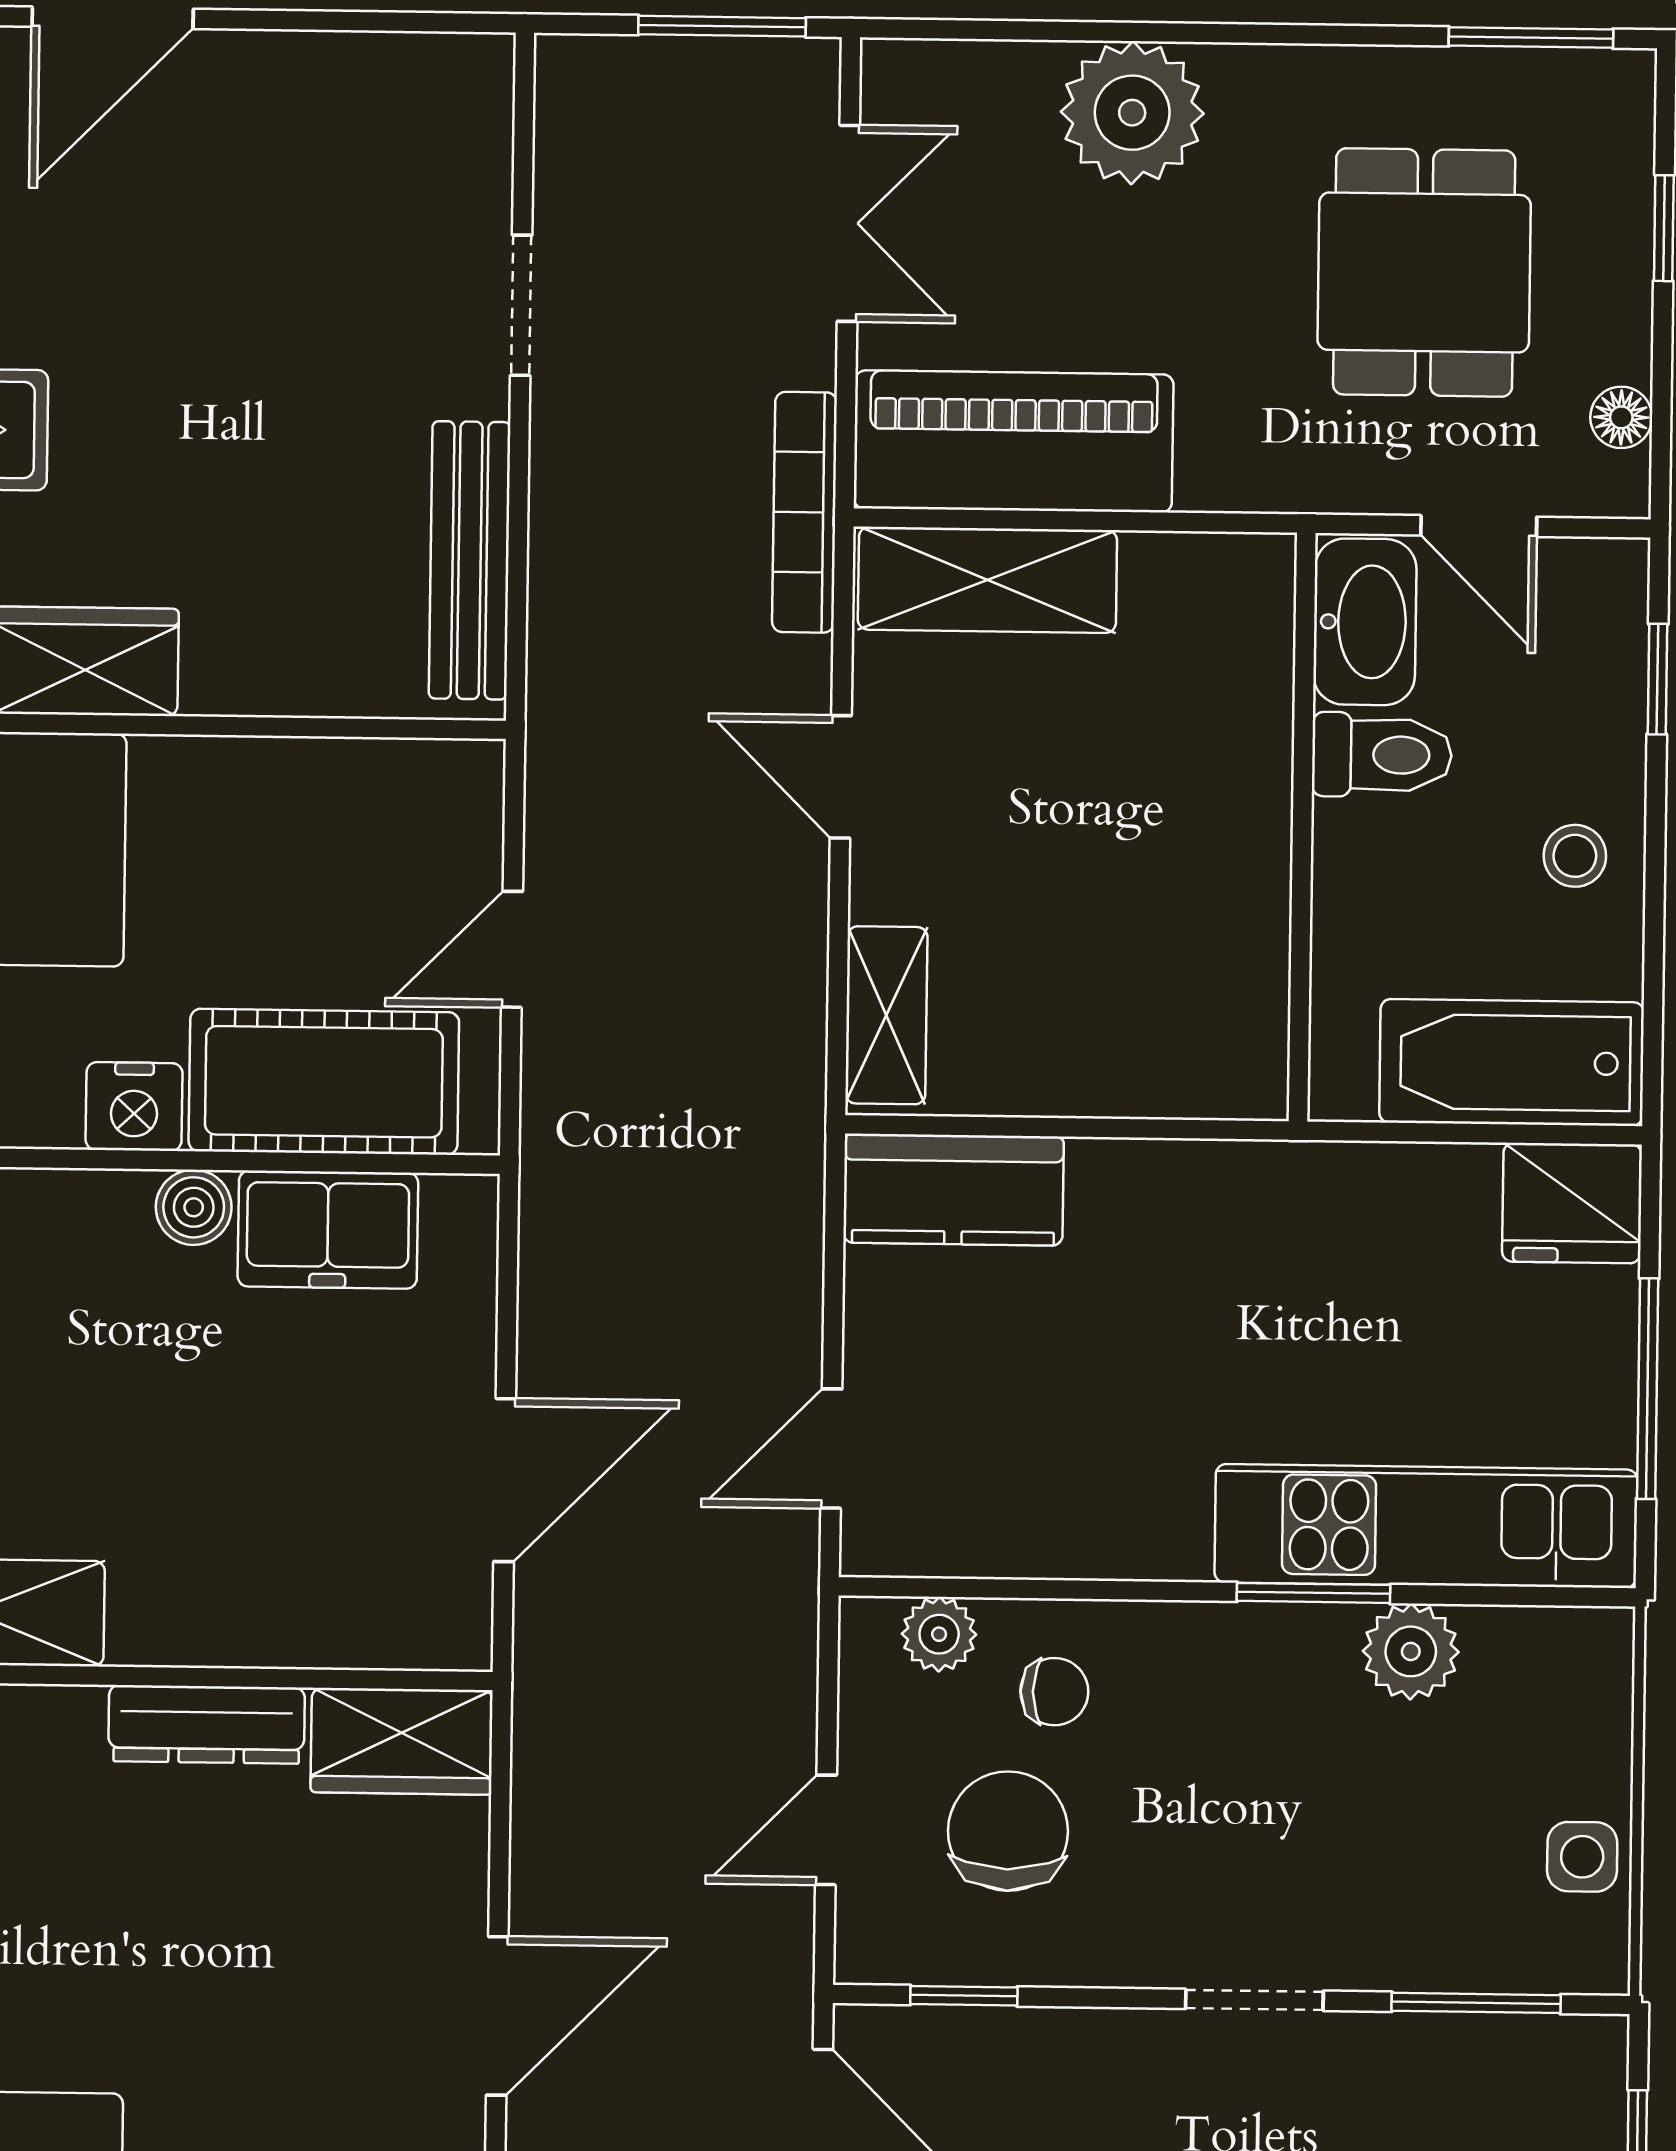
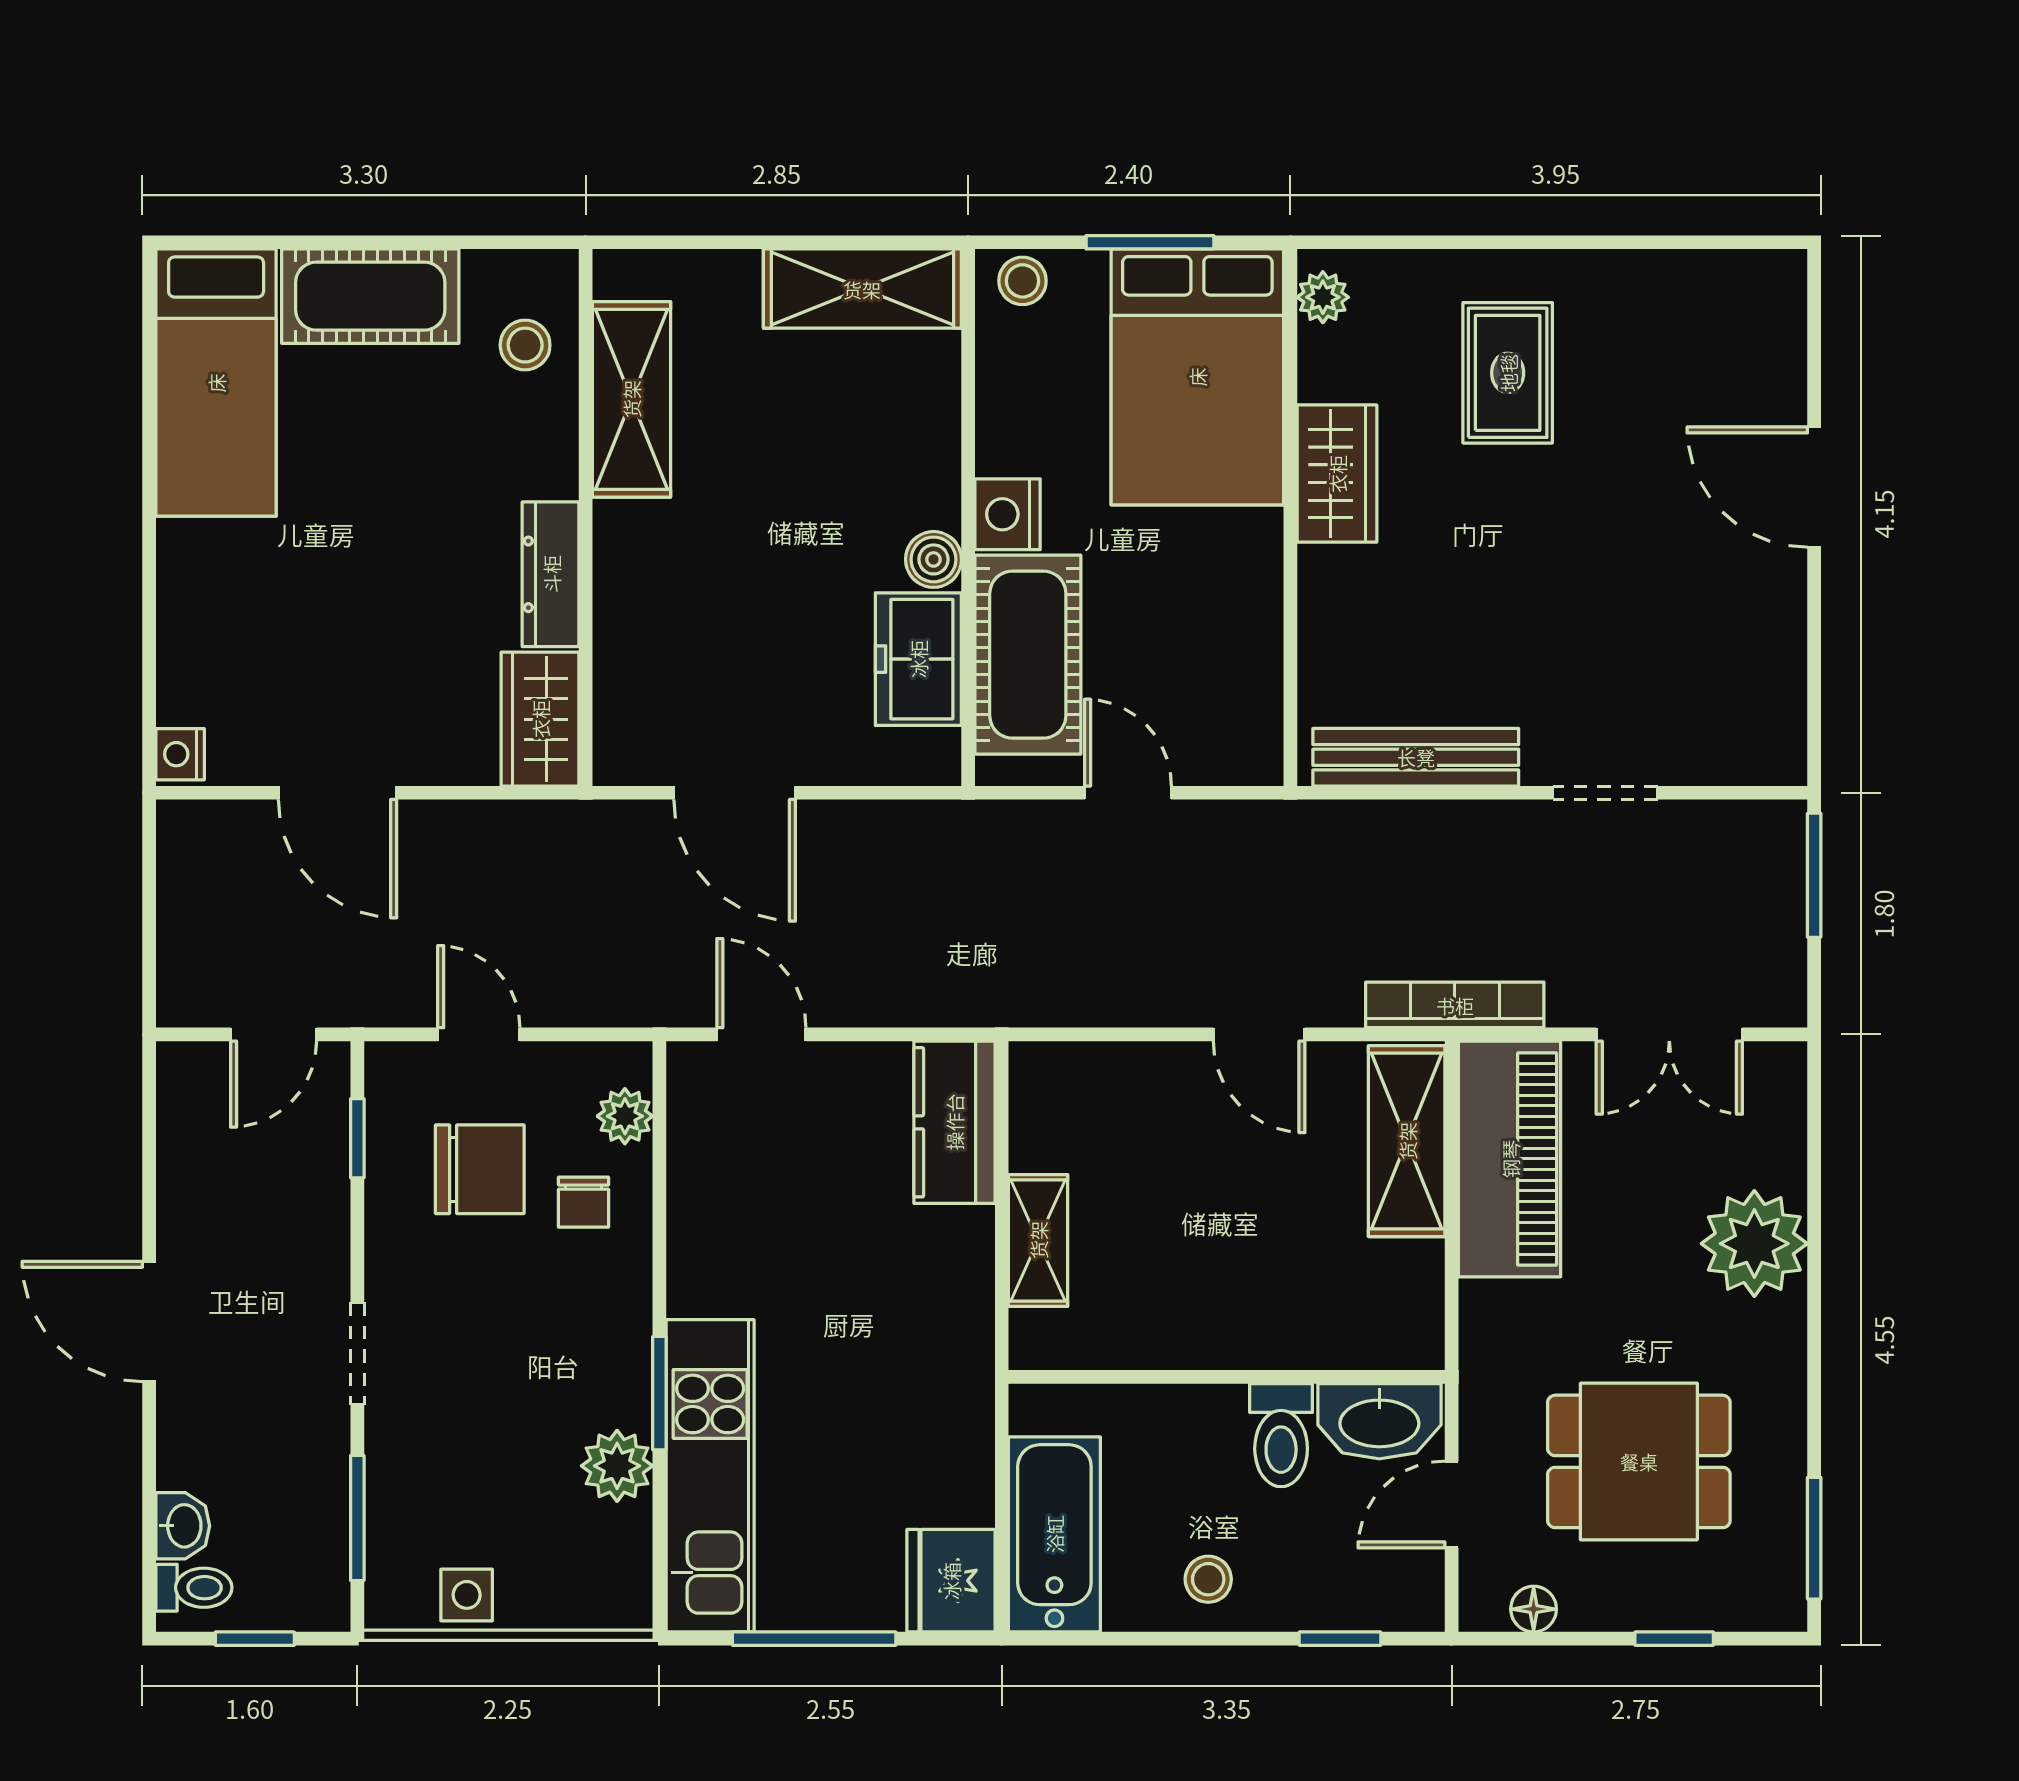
window: (722, 26) -> (1814, 875), moved
door: (841, 777) -> (1259, 1034), swing flipped
shelving: (886, 1015) -> (1038, 1240), moved, turned 90

